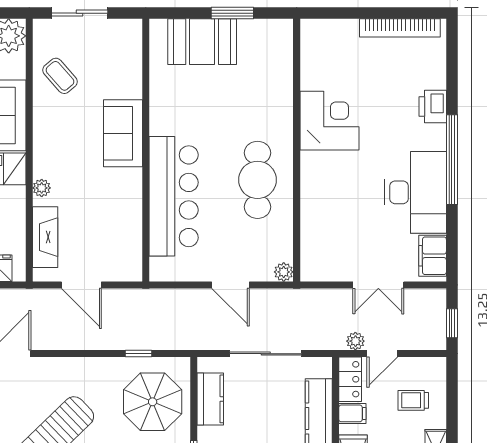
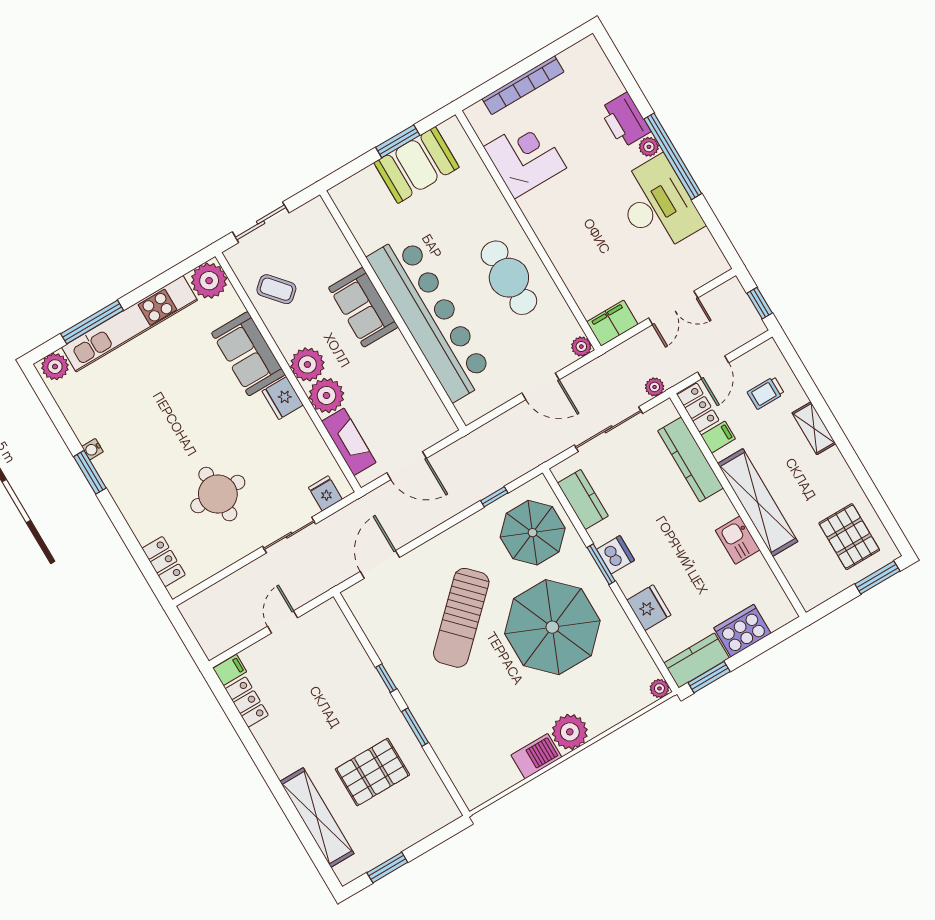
bookcase: (400, 28) -> (523, 85), moved
booth: (202, 42) -> (417, 165), moved
printer: (433, 106) -> (625, 120), width x1.37, depth x1.19
corner desk: (329, 121) -> (525, 157), moved
plant: (437, 140) -> (649, 147), added
plant: (49, 153) -> (307, 364), added
plant: (42, 188) -> (326, 395), width x1.88, depth x1.88
bar counter: (174, 196) -> (431, 317), width x1.36
filing cabinet: (433, 256) -> (612, 323), moved, turned 90
plant: (355, 341) -> (655, 387), moved

